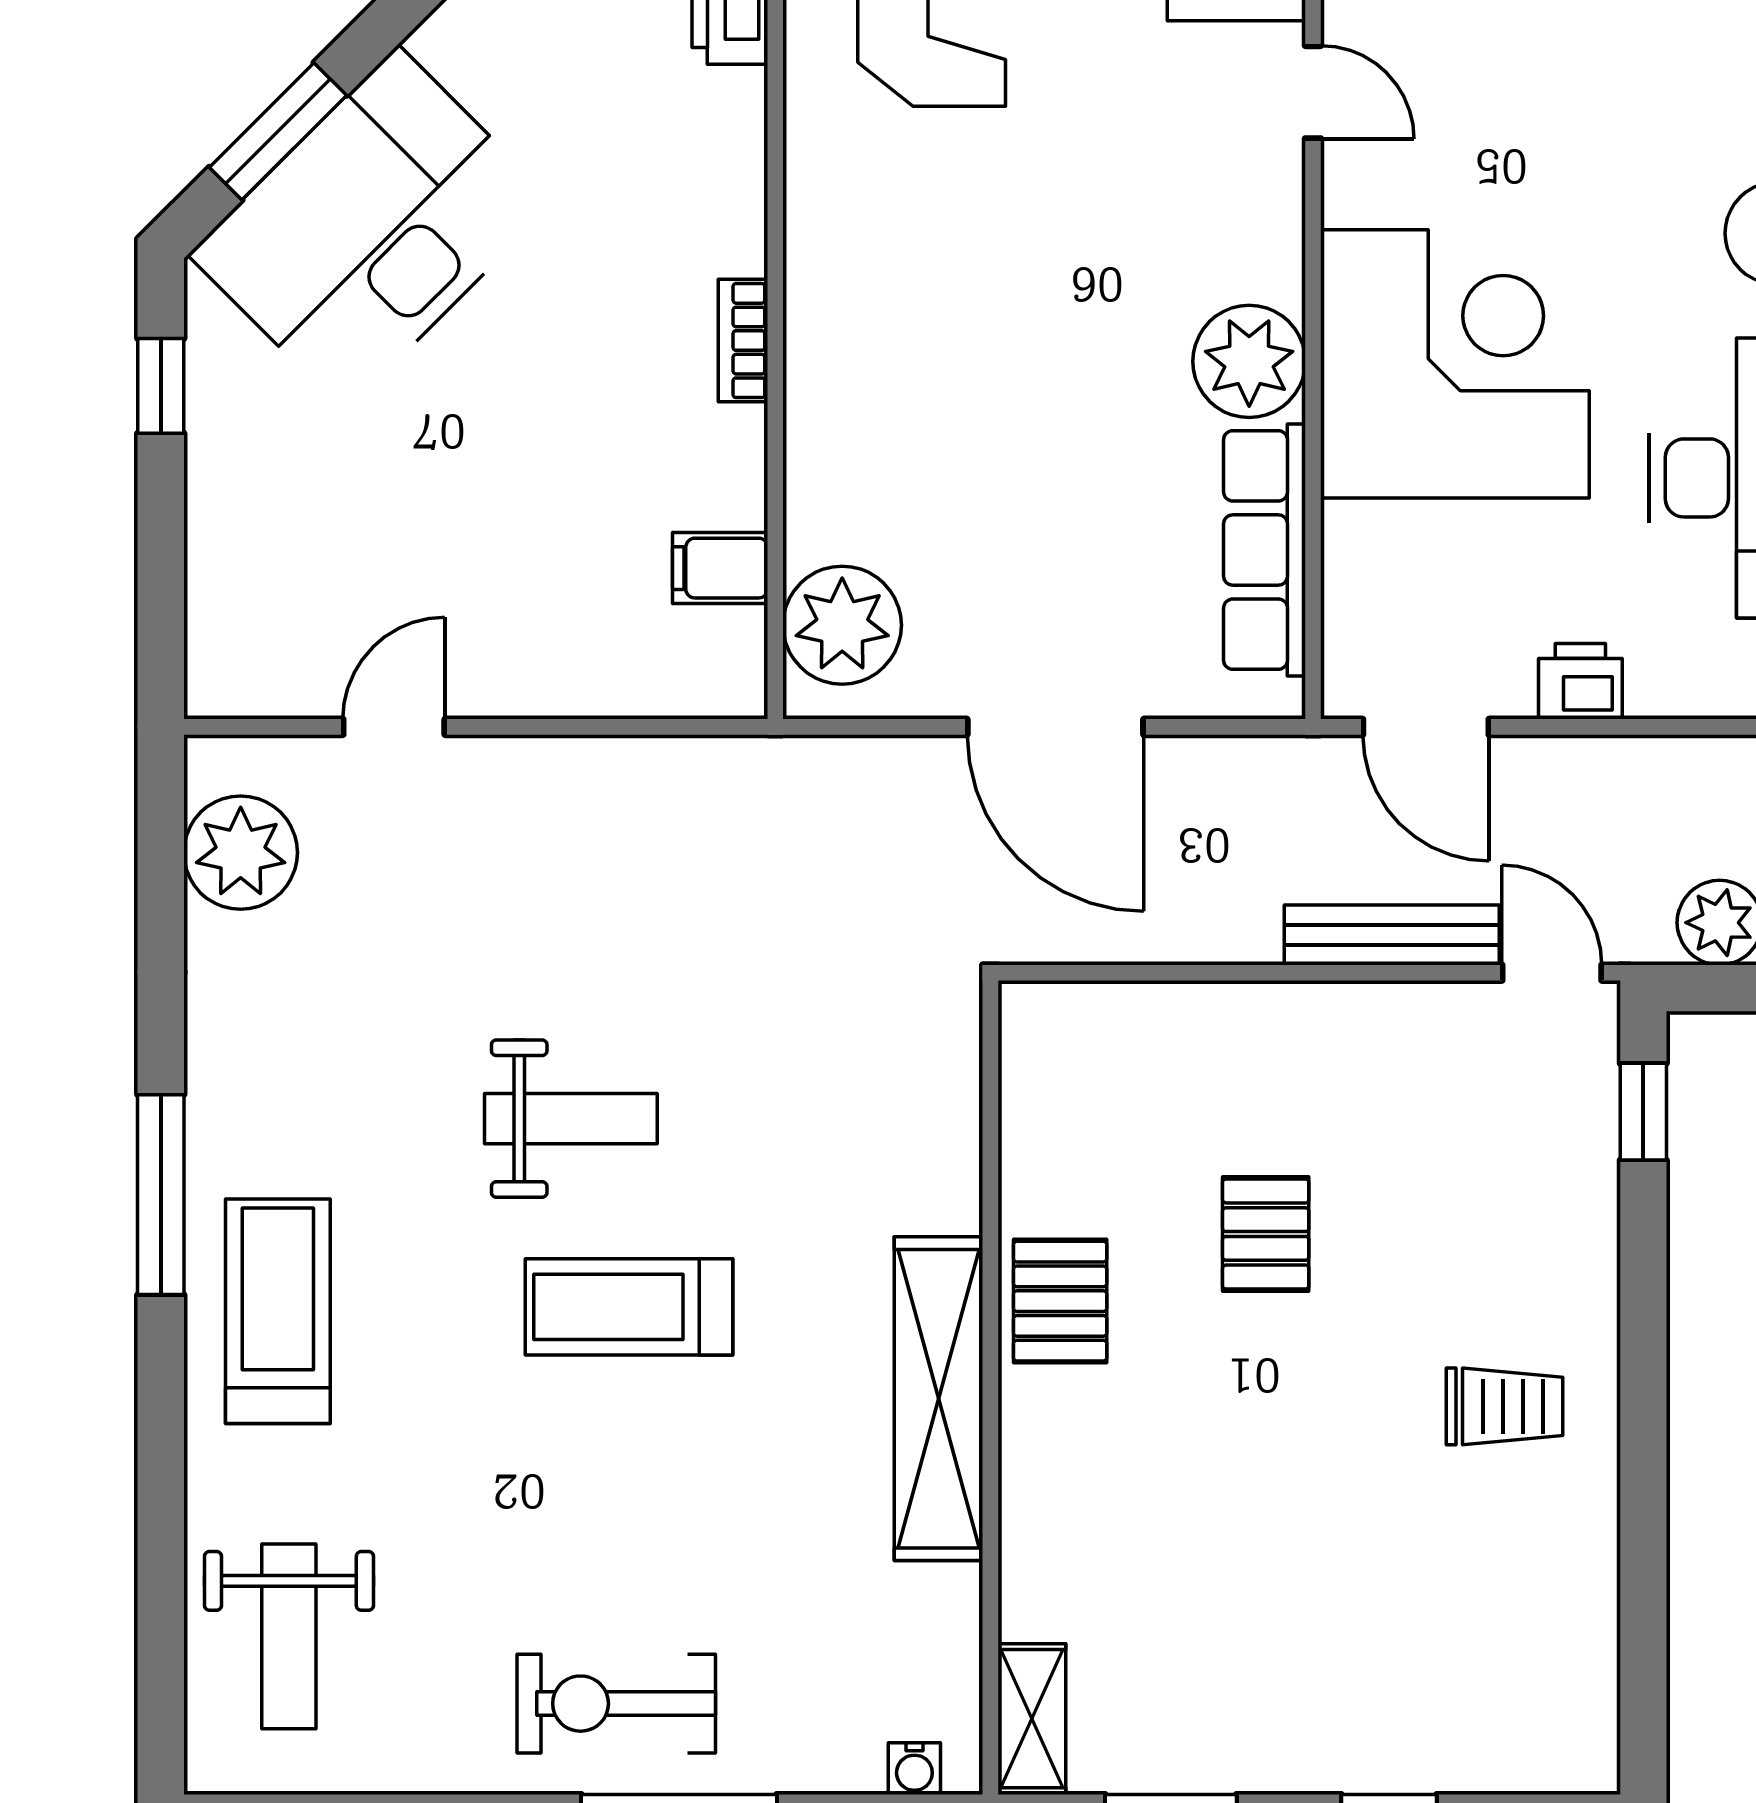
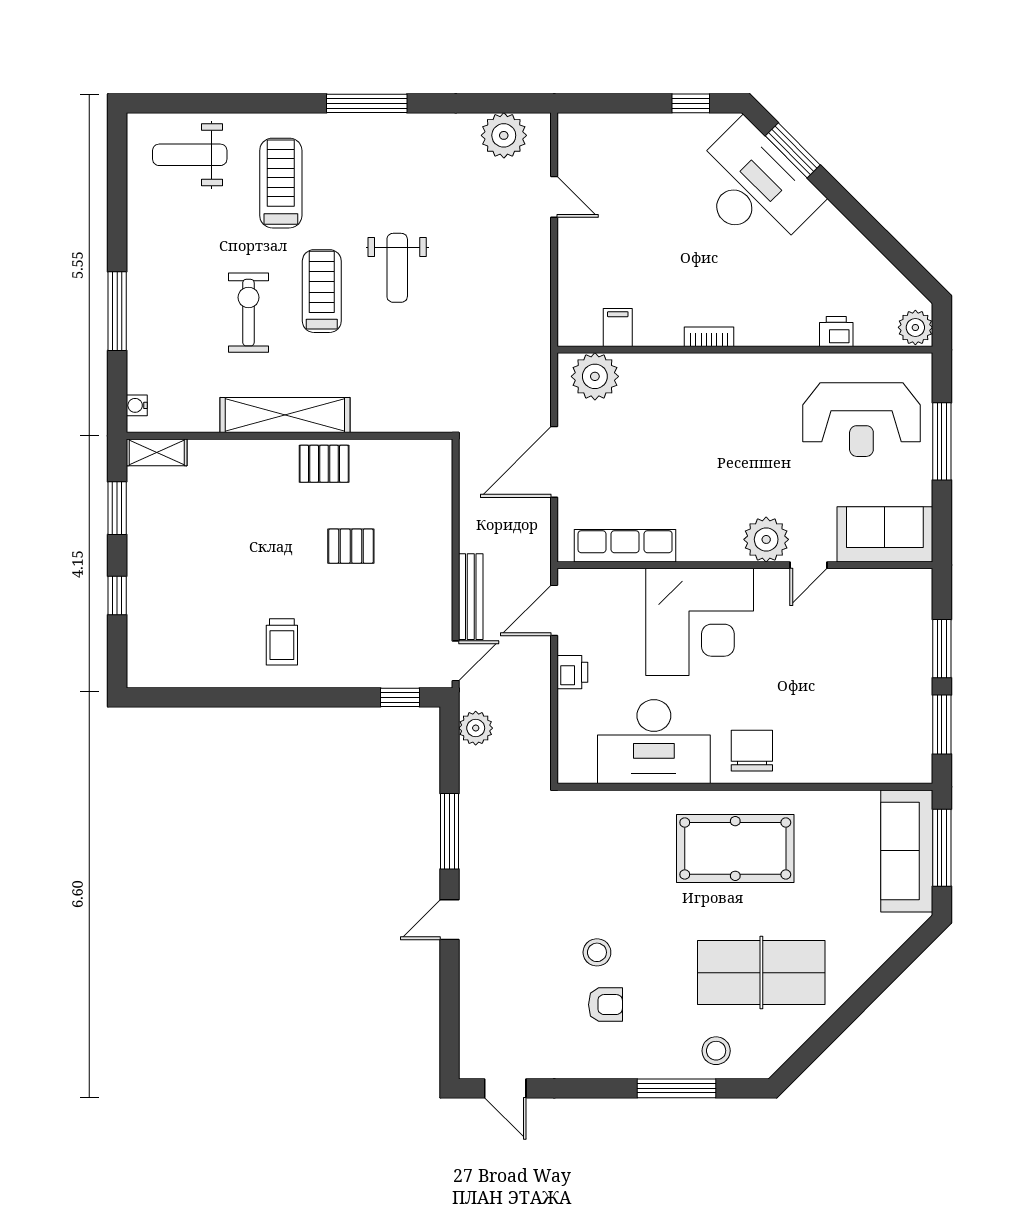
plant: (1249, 361) -> (766, 539), moved
treadmill: (278, 1311) -> (281, 183), moved, turned -90
exercise bike: (616, 1704) -> (248, 313), moved

